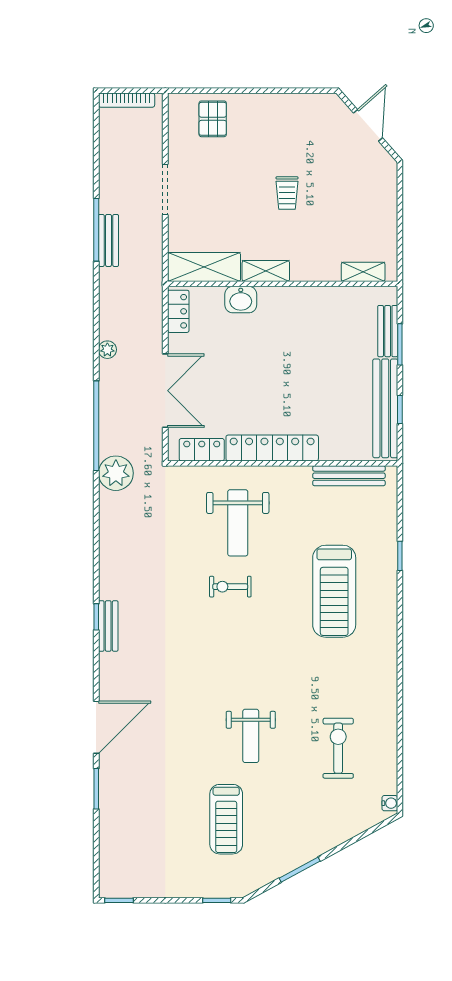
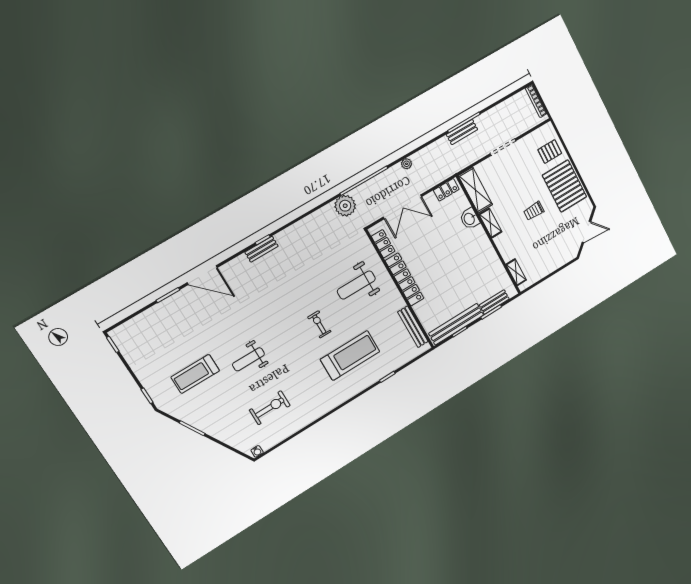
pallet: (278, 123) -> (565, 186), added
exercise bike: (230, 587) -> (319, 324), moved
treadmill: (334, 591) -> (350, 355), turned 180

